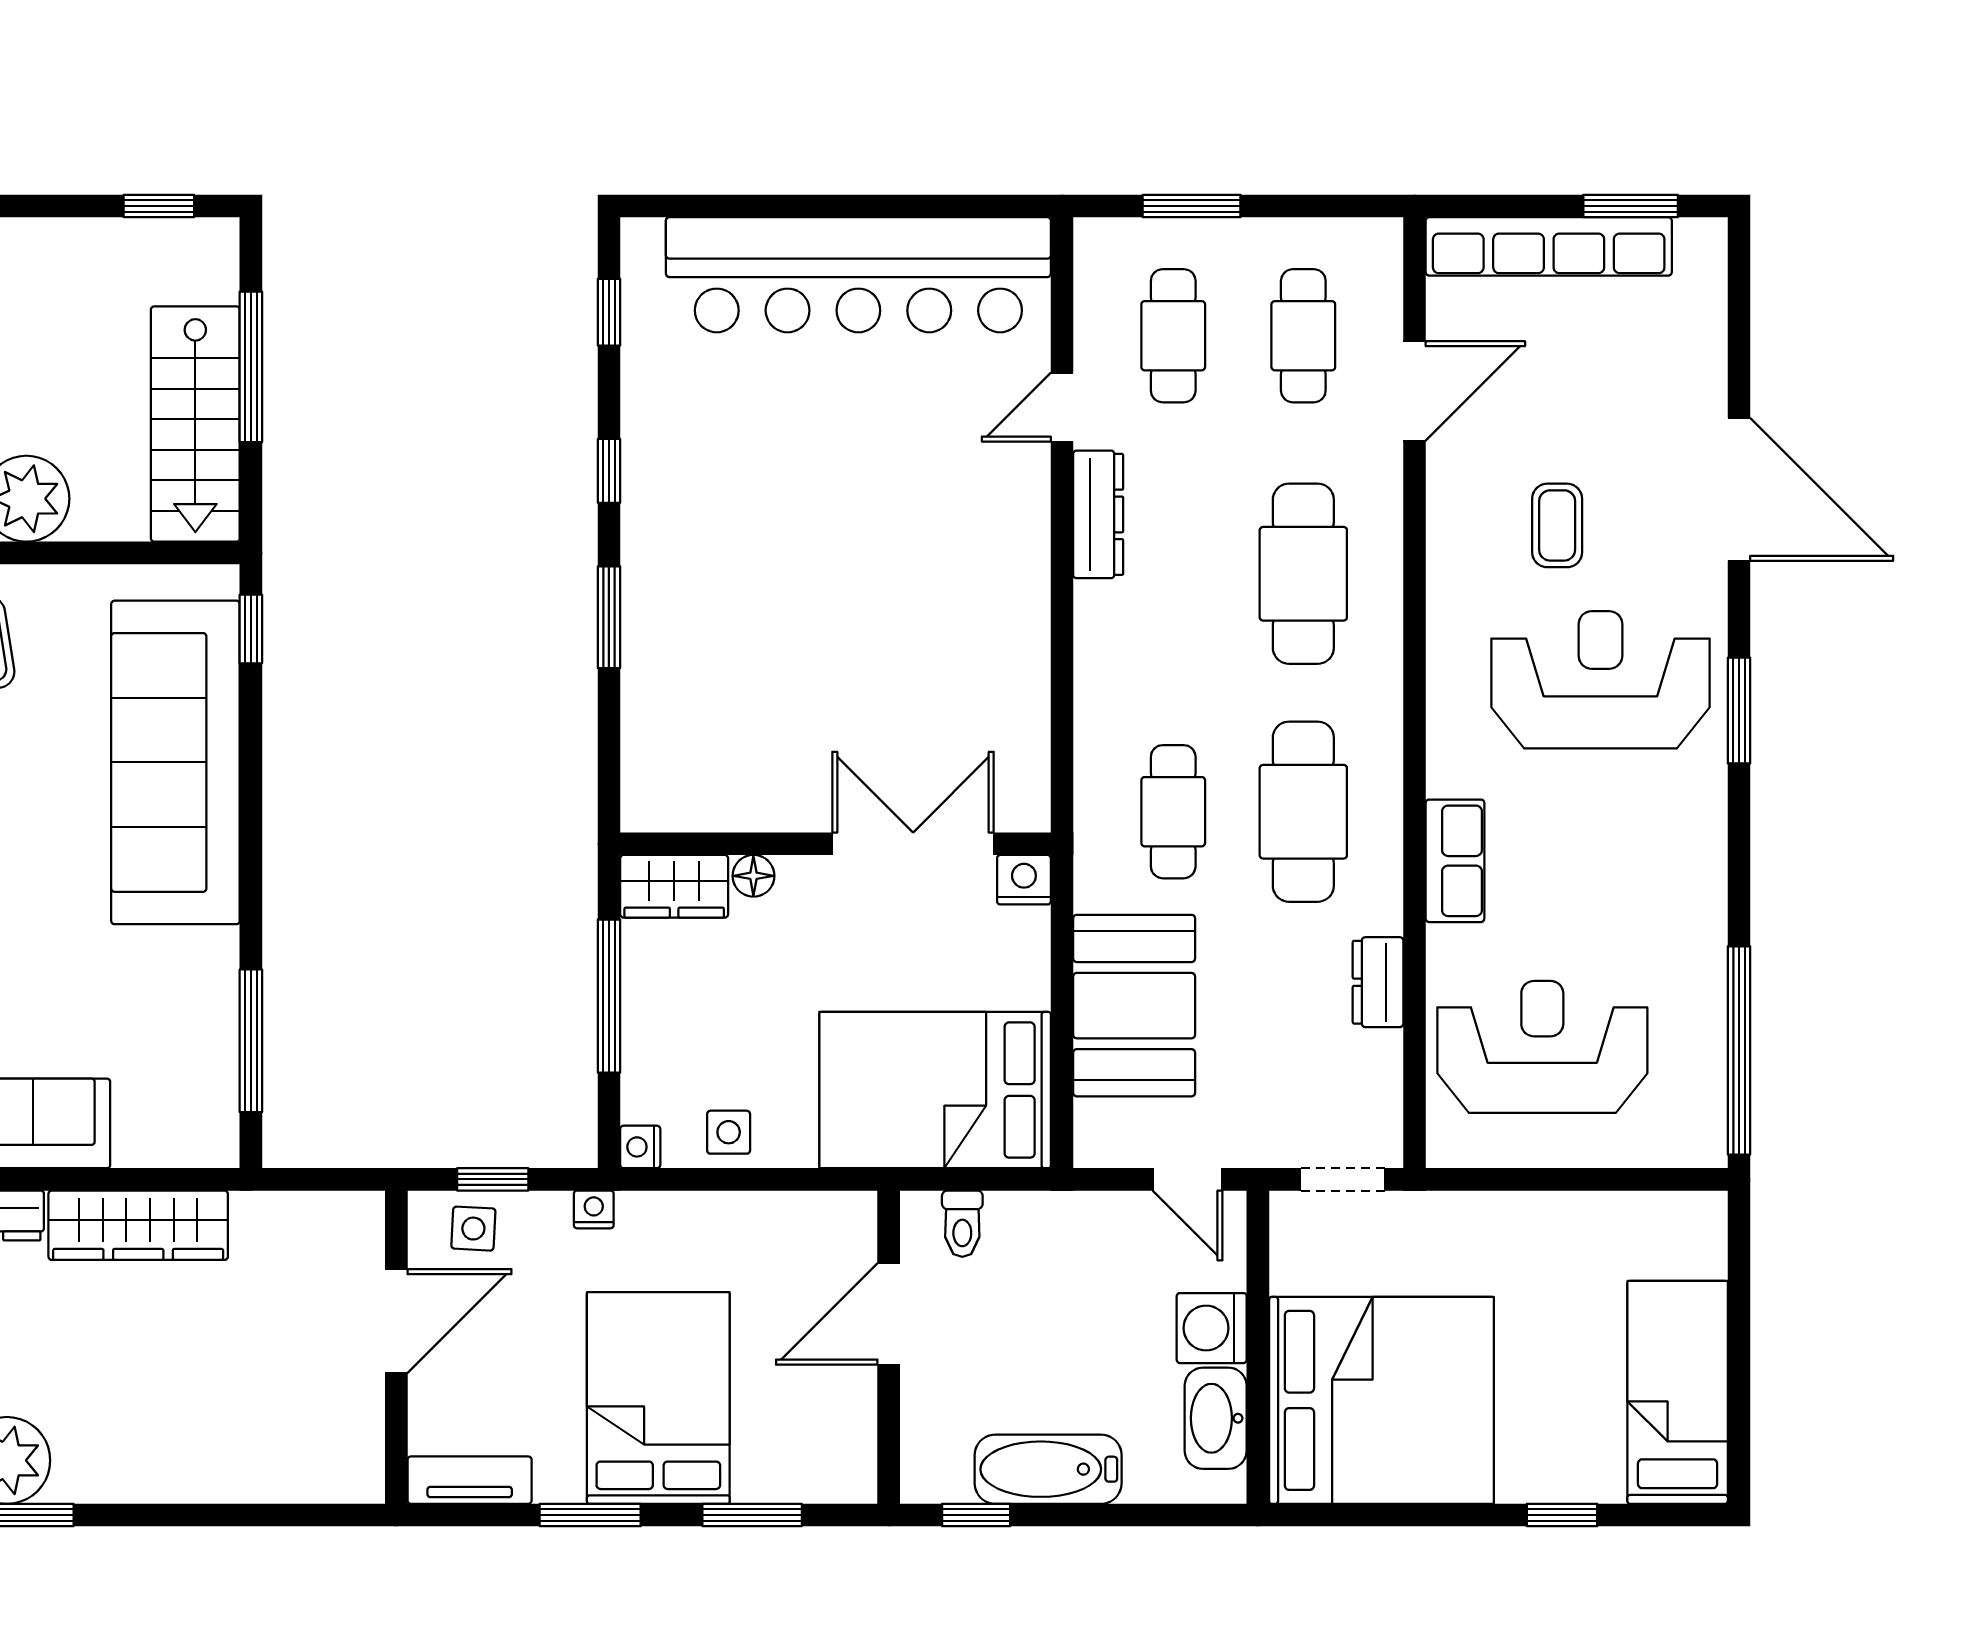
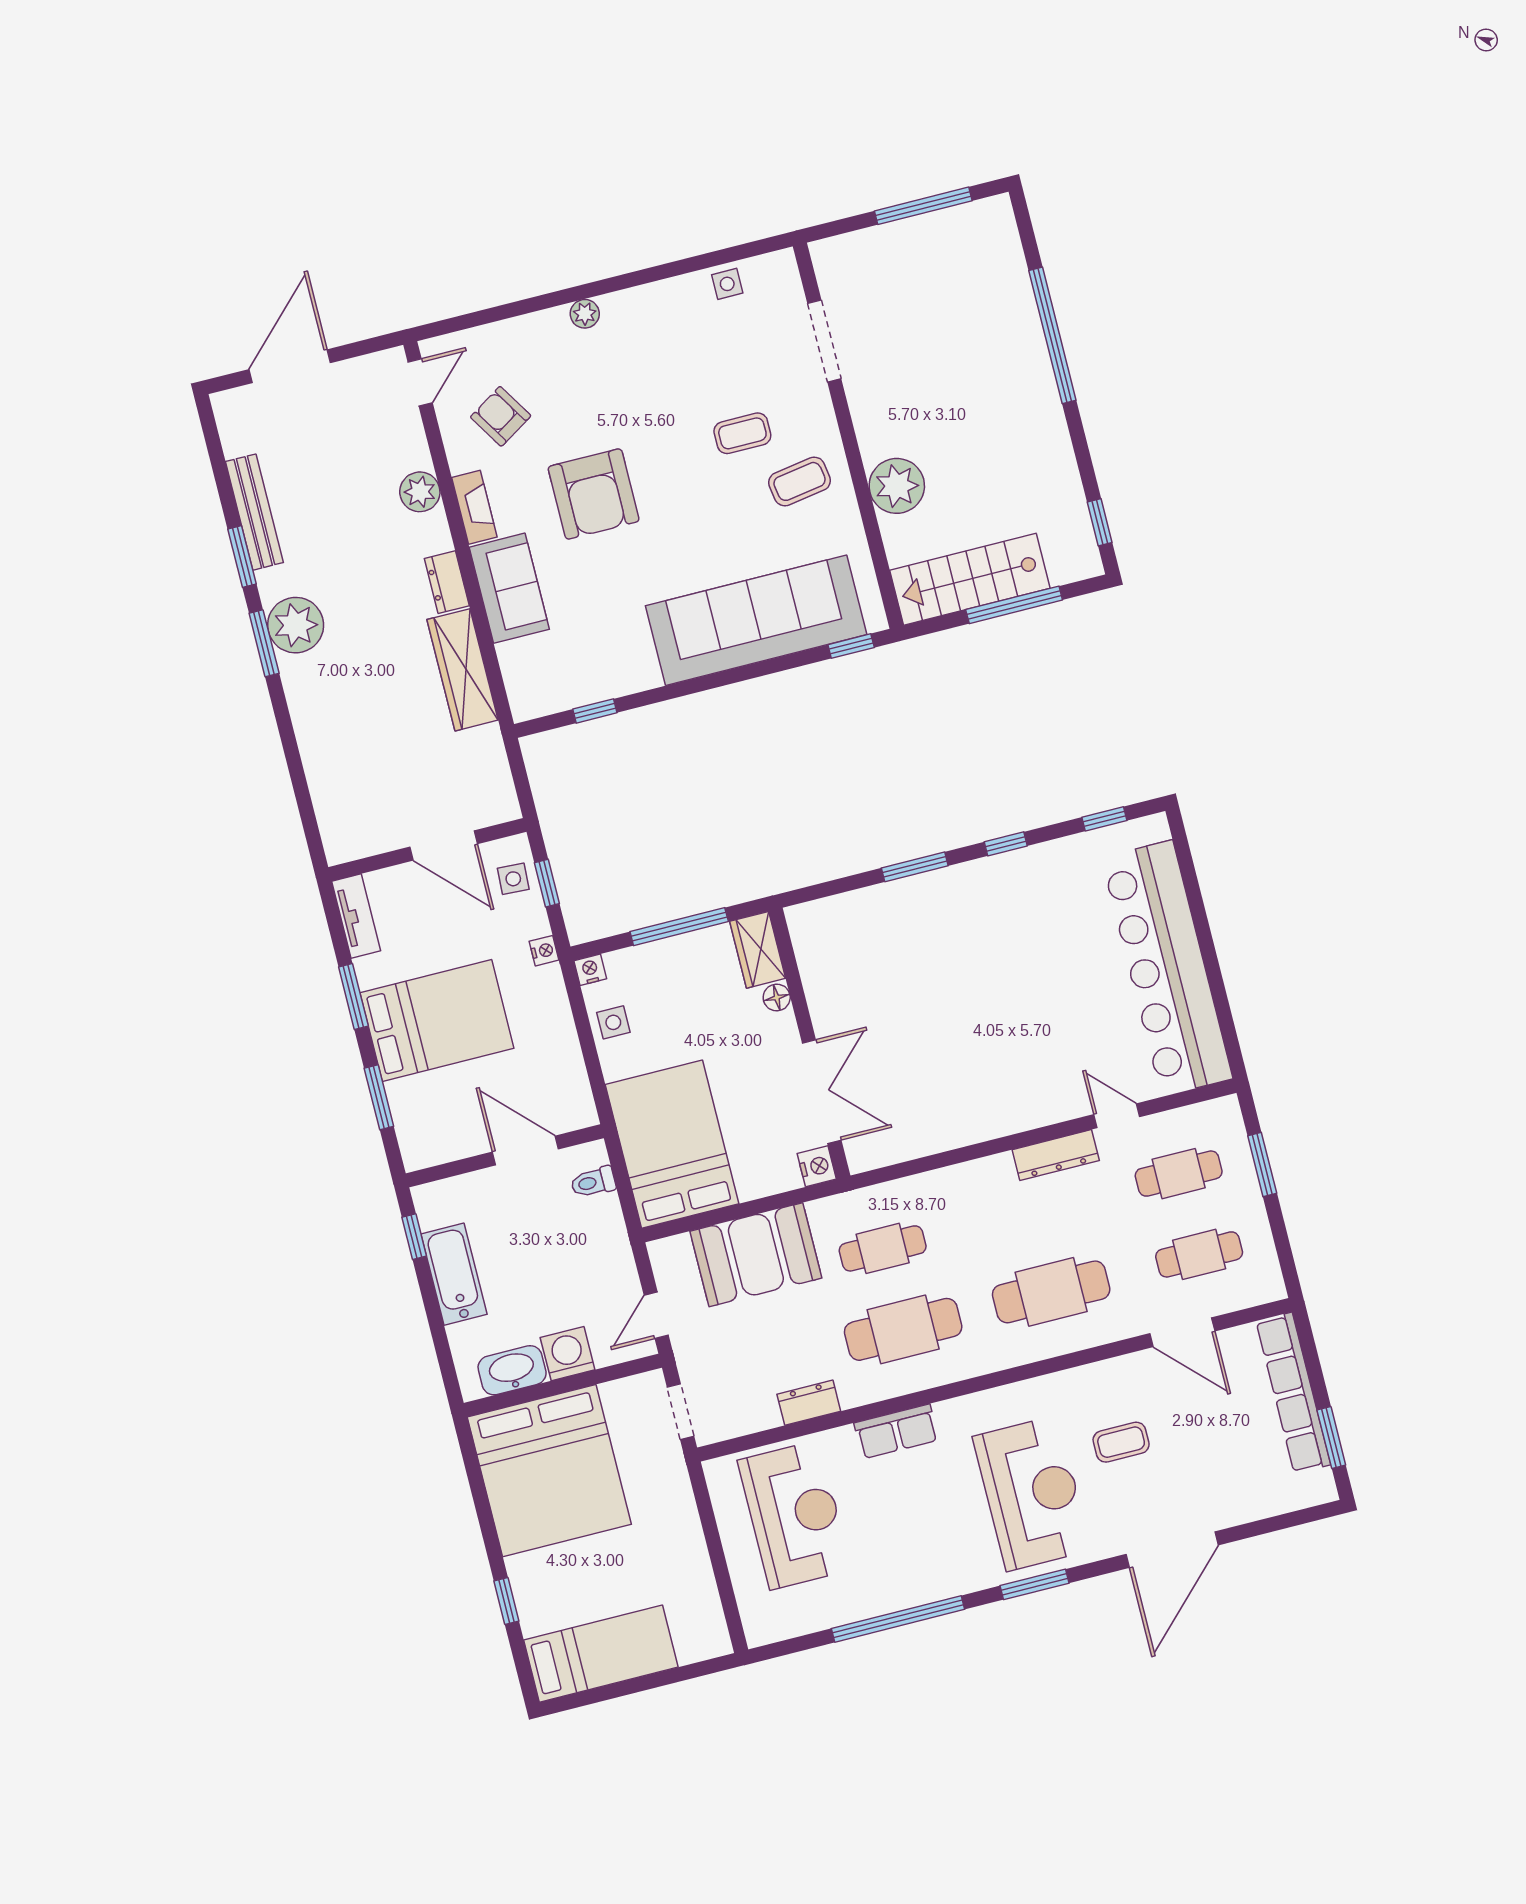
window: (251, 1041) -> (595, 711), width x0.46
window: (1739, 1050) -> (898, 1619), moved

